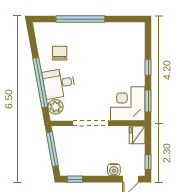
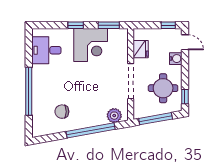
desk: (59, 83) -> (46, 50), moved, turned 100
corner desk: (128, 104) -> (91, 45), moved, turned -90
fridge: (137, 135) -> (141, 49), moved, turned -90
round table: (83, 157) -> (163, 88), added

